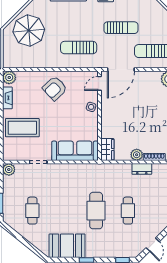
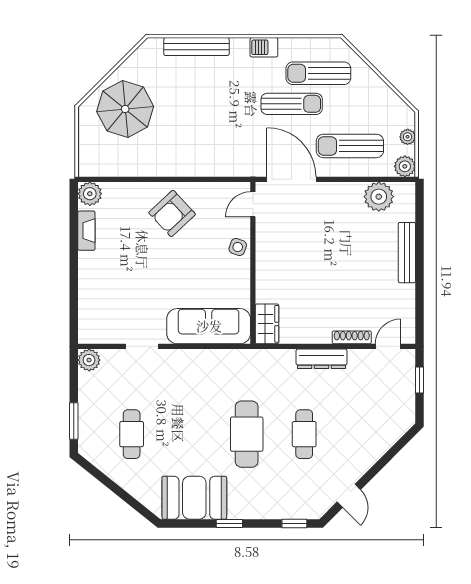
sun lounger: (79, 48) -> (318, 73), moved
door: (121, 70) -> (292, 179), swing flipped
coffee table: (22, 128) -> (114, 284), removed
plant: (137, 155) -> (320, 333), removed
dresser: (142, 169) -> (322, 359), width x1.44

